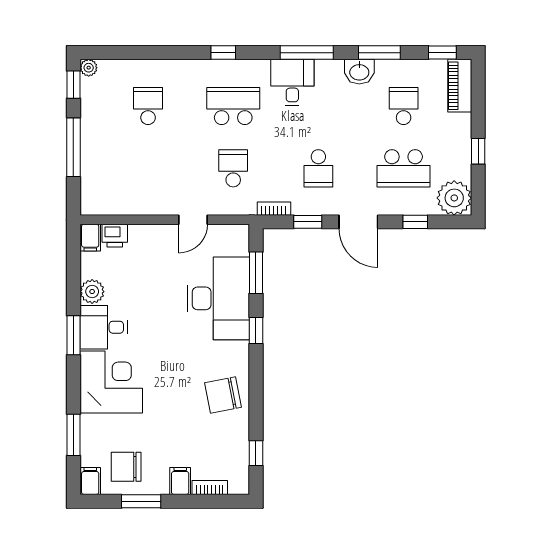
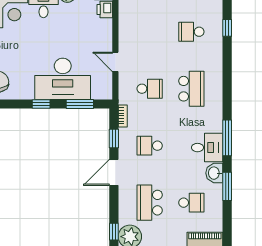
window: (223, 53) -> (227, 28), moved
window: (442, 53) -> (227, 229), removed
desk: (292, 82) -> (207, 148), moved
school desk: (148, 106) -> (191, 32), turned 180
window: (415, 222) -> (114, 232), moved

